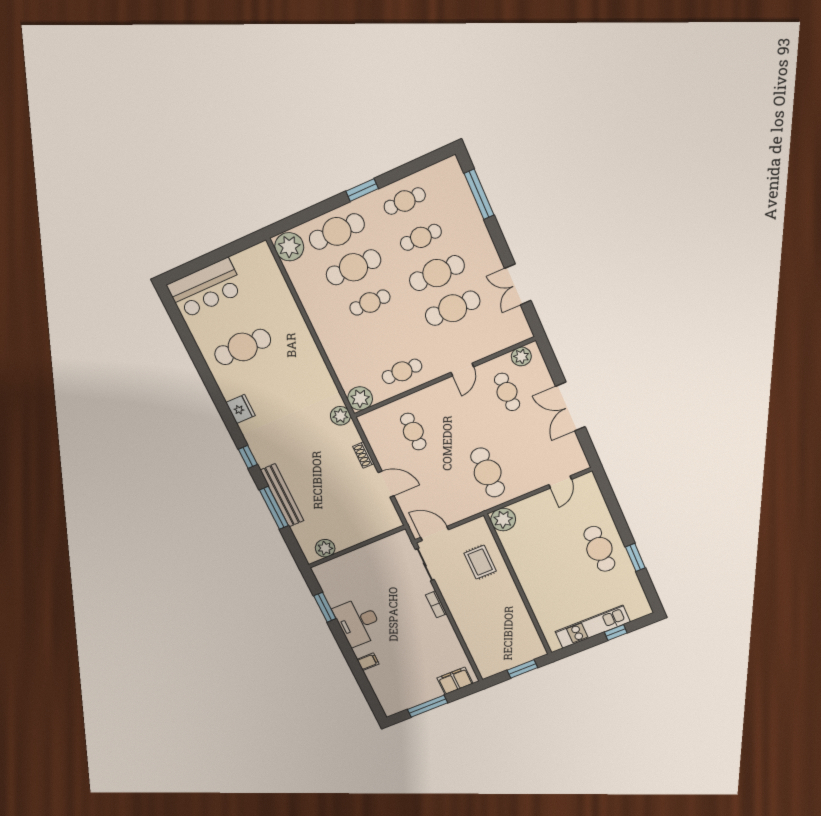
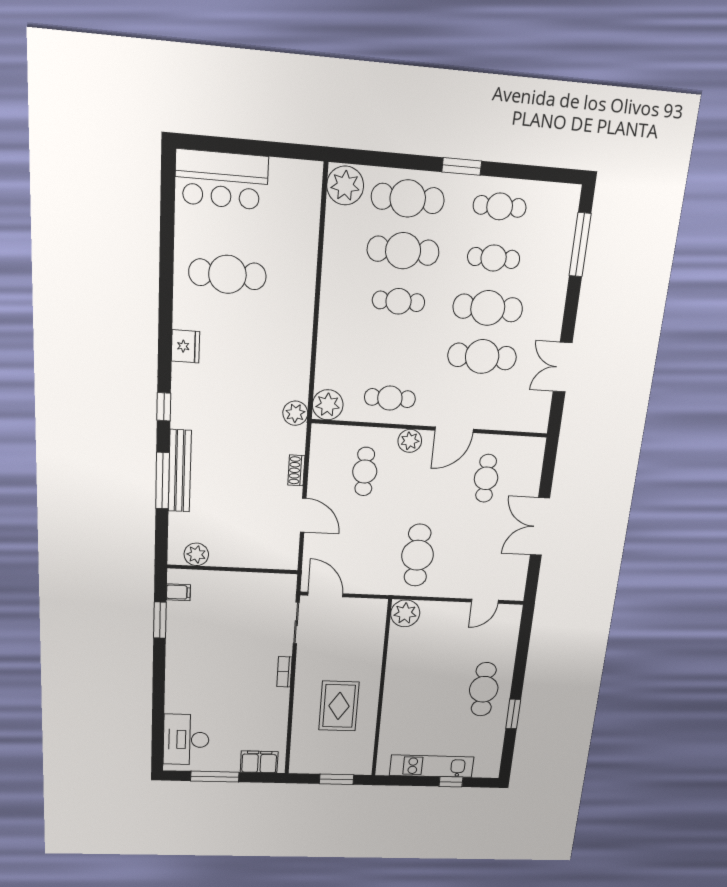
plant: (521, 357) -> (410, 441), moved
door: (462, 370) -> (454, 430), width x1.38
rug: (480, 562) -> (339, 706), moved, width x1.36, depth x1.43
desk: (358, 622) -> (186, 740), moved
filing cabinet: (368, 662) -> (178, 592), moved

